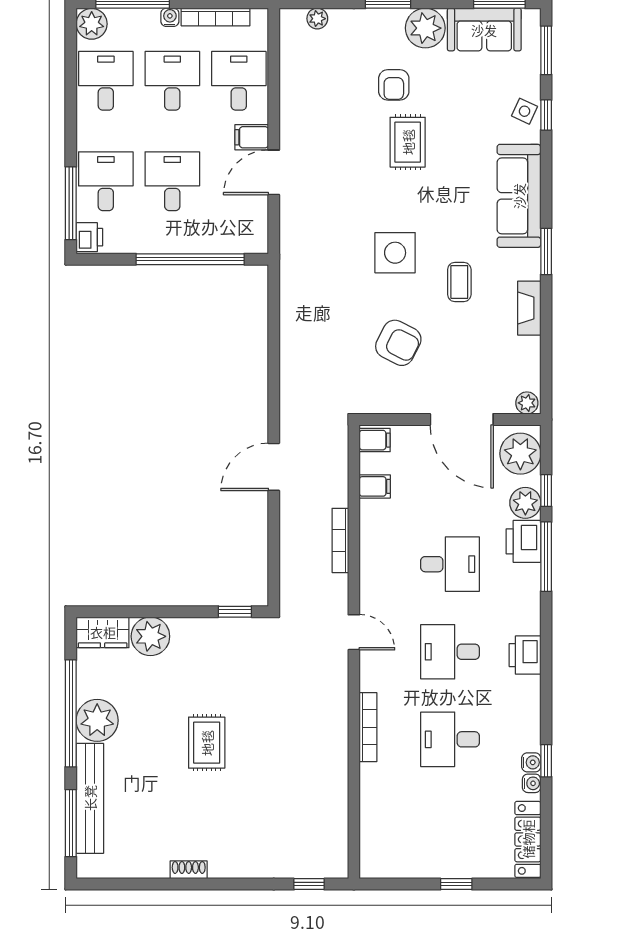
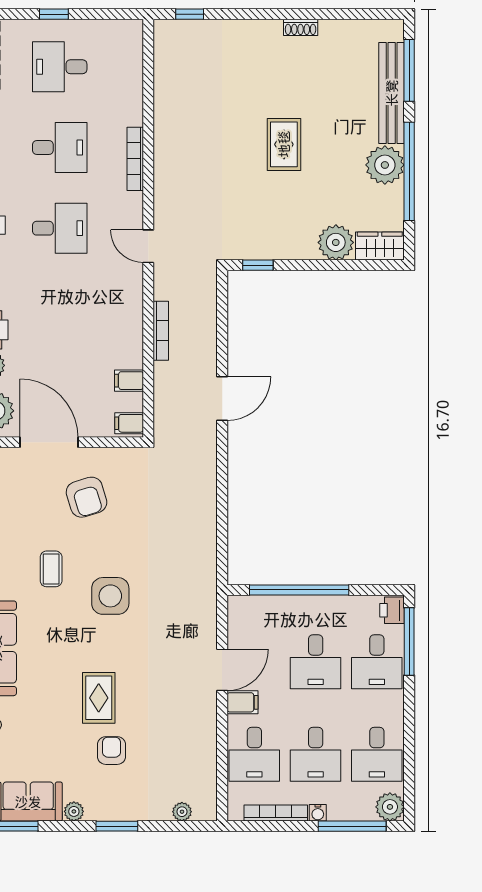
plant: (425, 28) -> (74, 811), width x0.53, depth x0.53
armchair: (398, 343) -> (87, 497), moved, turned -134
desk: (450, 564) -> (60, 67), moved

